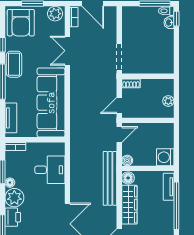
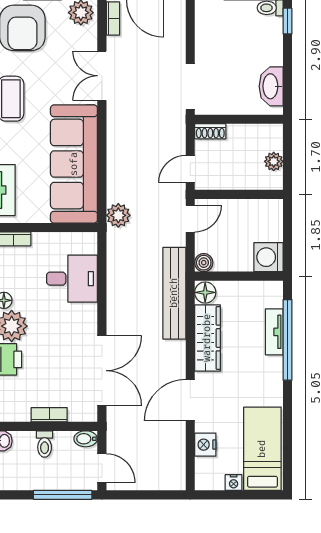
washbasin: (169, 23) -> (271, 86), moved, width x1.91, depth x1.45
plant: (77, 133) -> (118, 215), added
tv unit: (169, 187) -> (274, 332), moved

